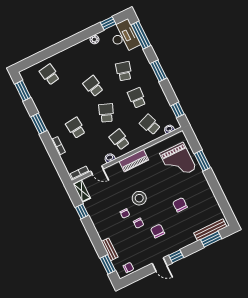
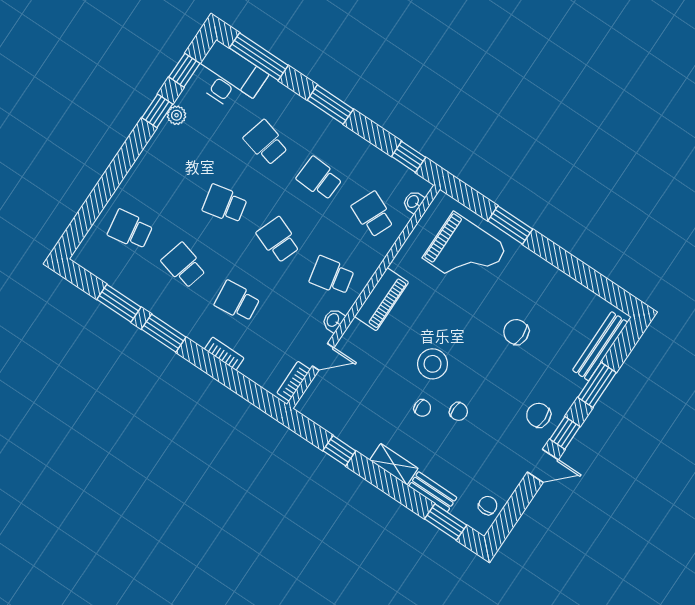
window: (88, 33) -> (157, 111), added
window: (23, 91) -> (119, 303), moved
school desk: (63, 101) -> (184, 265), added
school desk: (150, 125) -> (373, 214), turned 45
shelving: (82, 191) -> (394, 464), moved
chair: (158, 231) -> (539, 415), moved
window: (211, 239) -> (597, 385), moved

